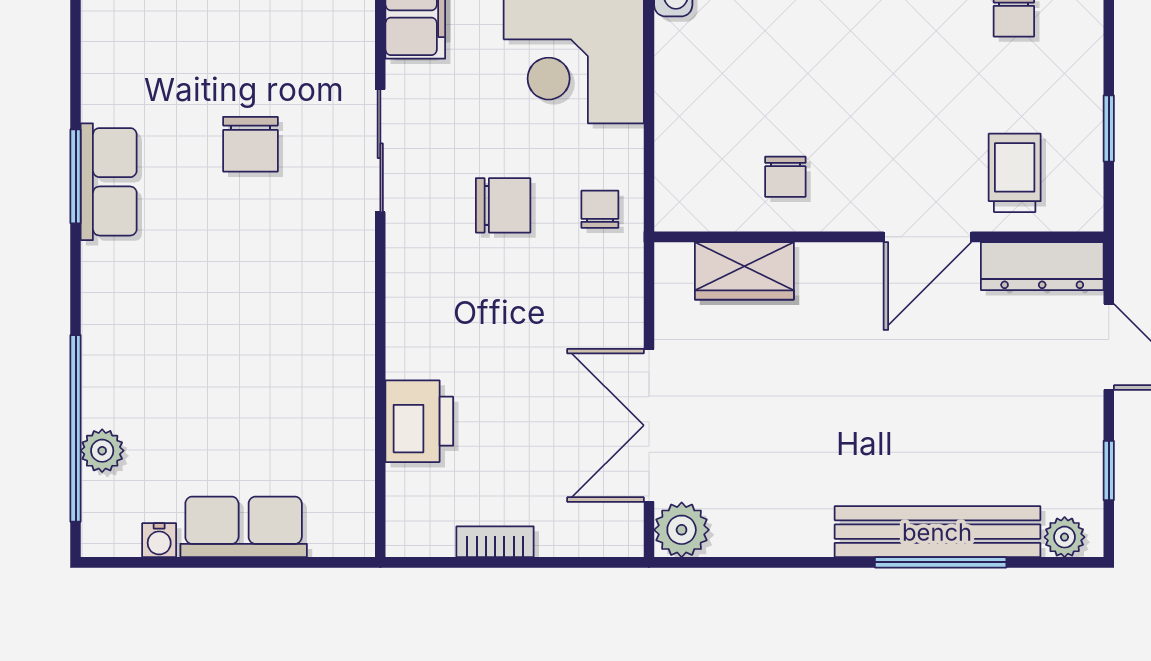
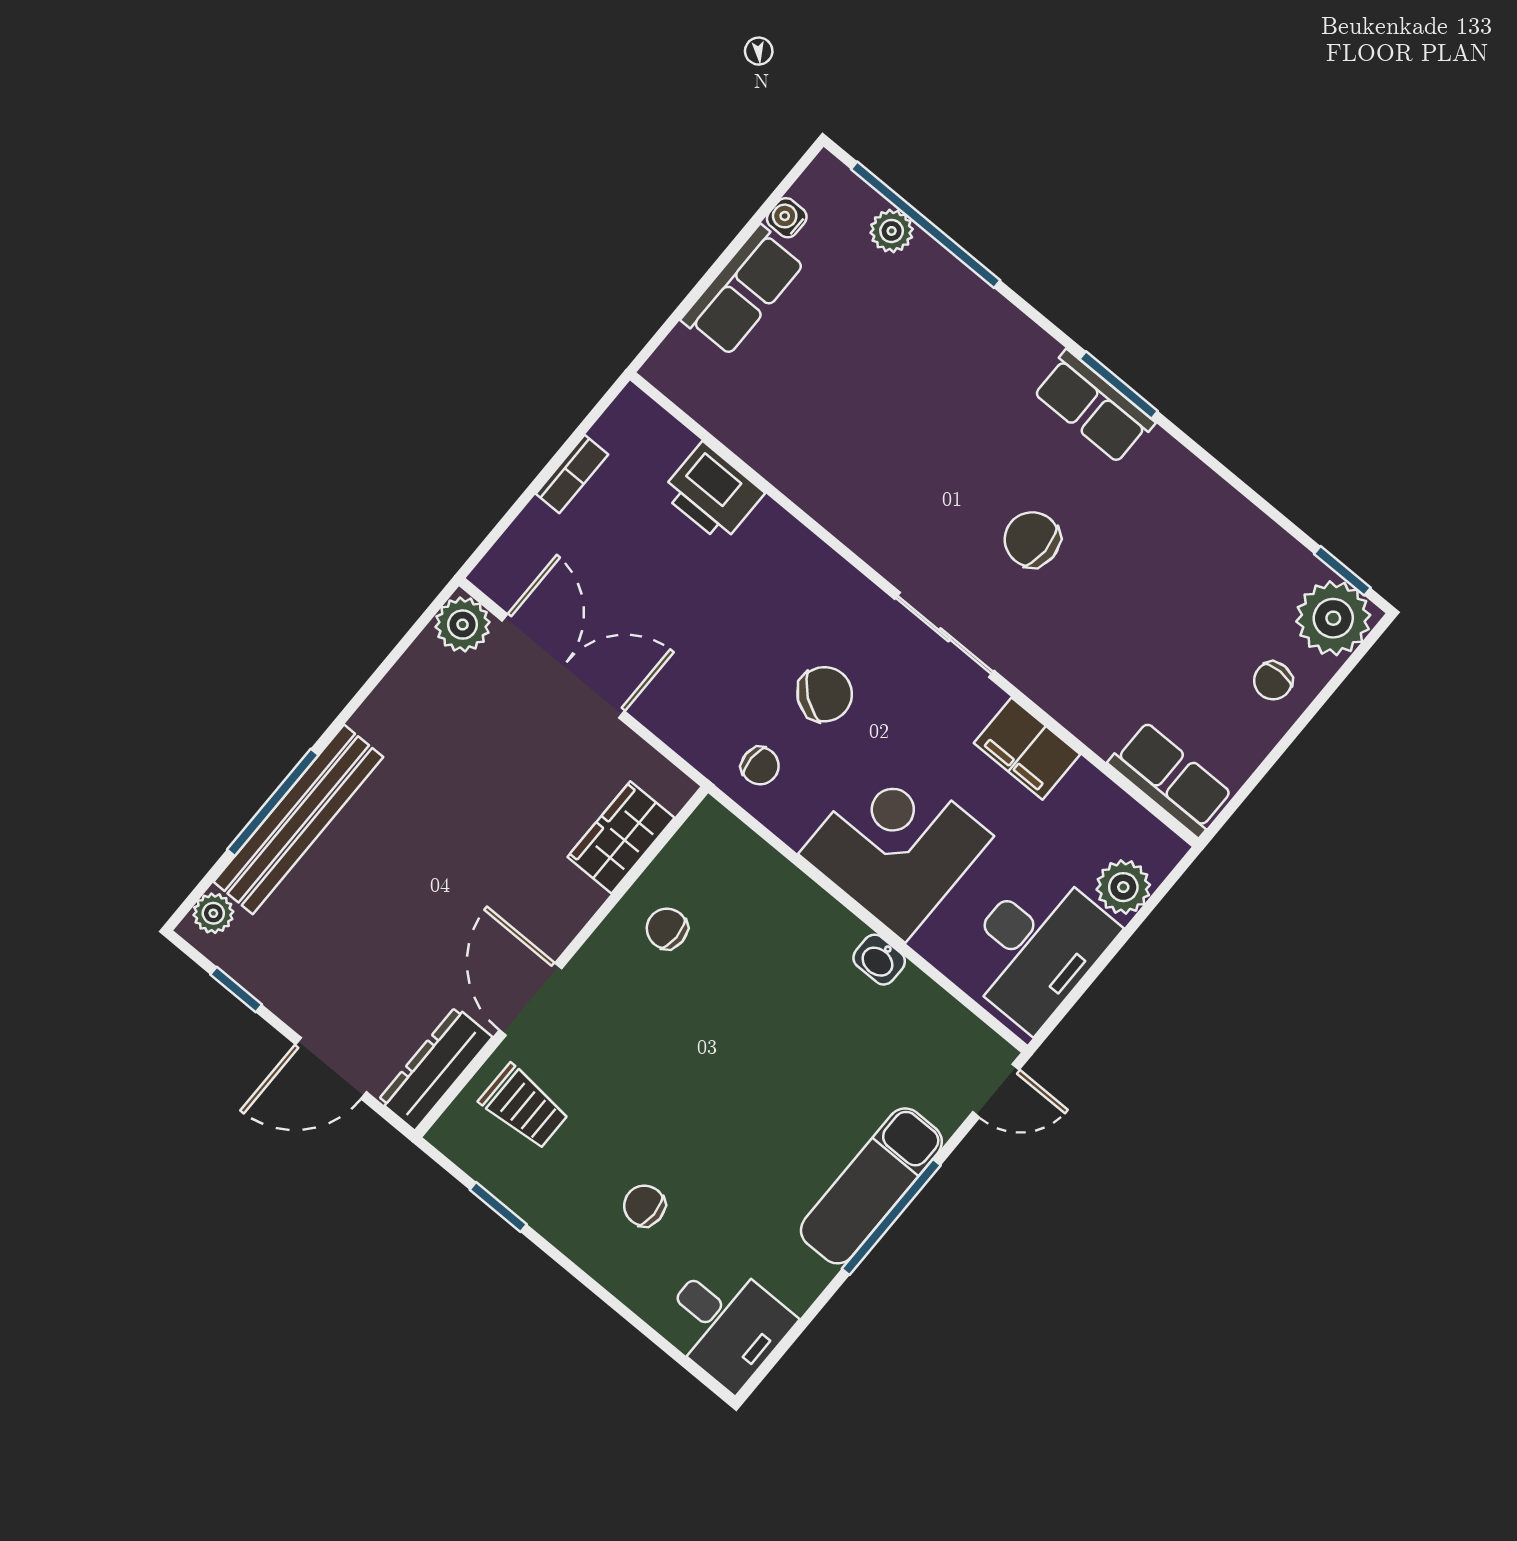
chair: (503, 205) -> (825, 694), turned -143

